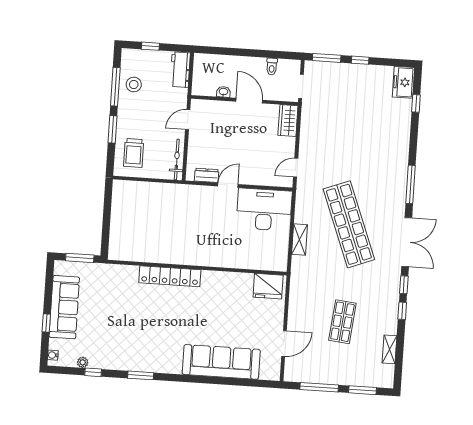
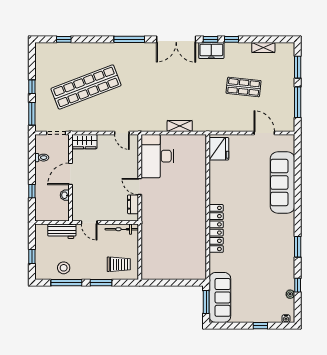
window: (231, 52) -> (32, 191), added
workbench: (180, 70) -> (62, 231), moved
freezer: (404, 82) -> (211, 51), moved
shop shelf: (349, 224) -> (86, 87), moved
double door: (407, 242) -> (176, 39), swing flipped
sofa: (64, 307) -> (220, 297), moved, turned 90

